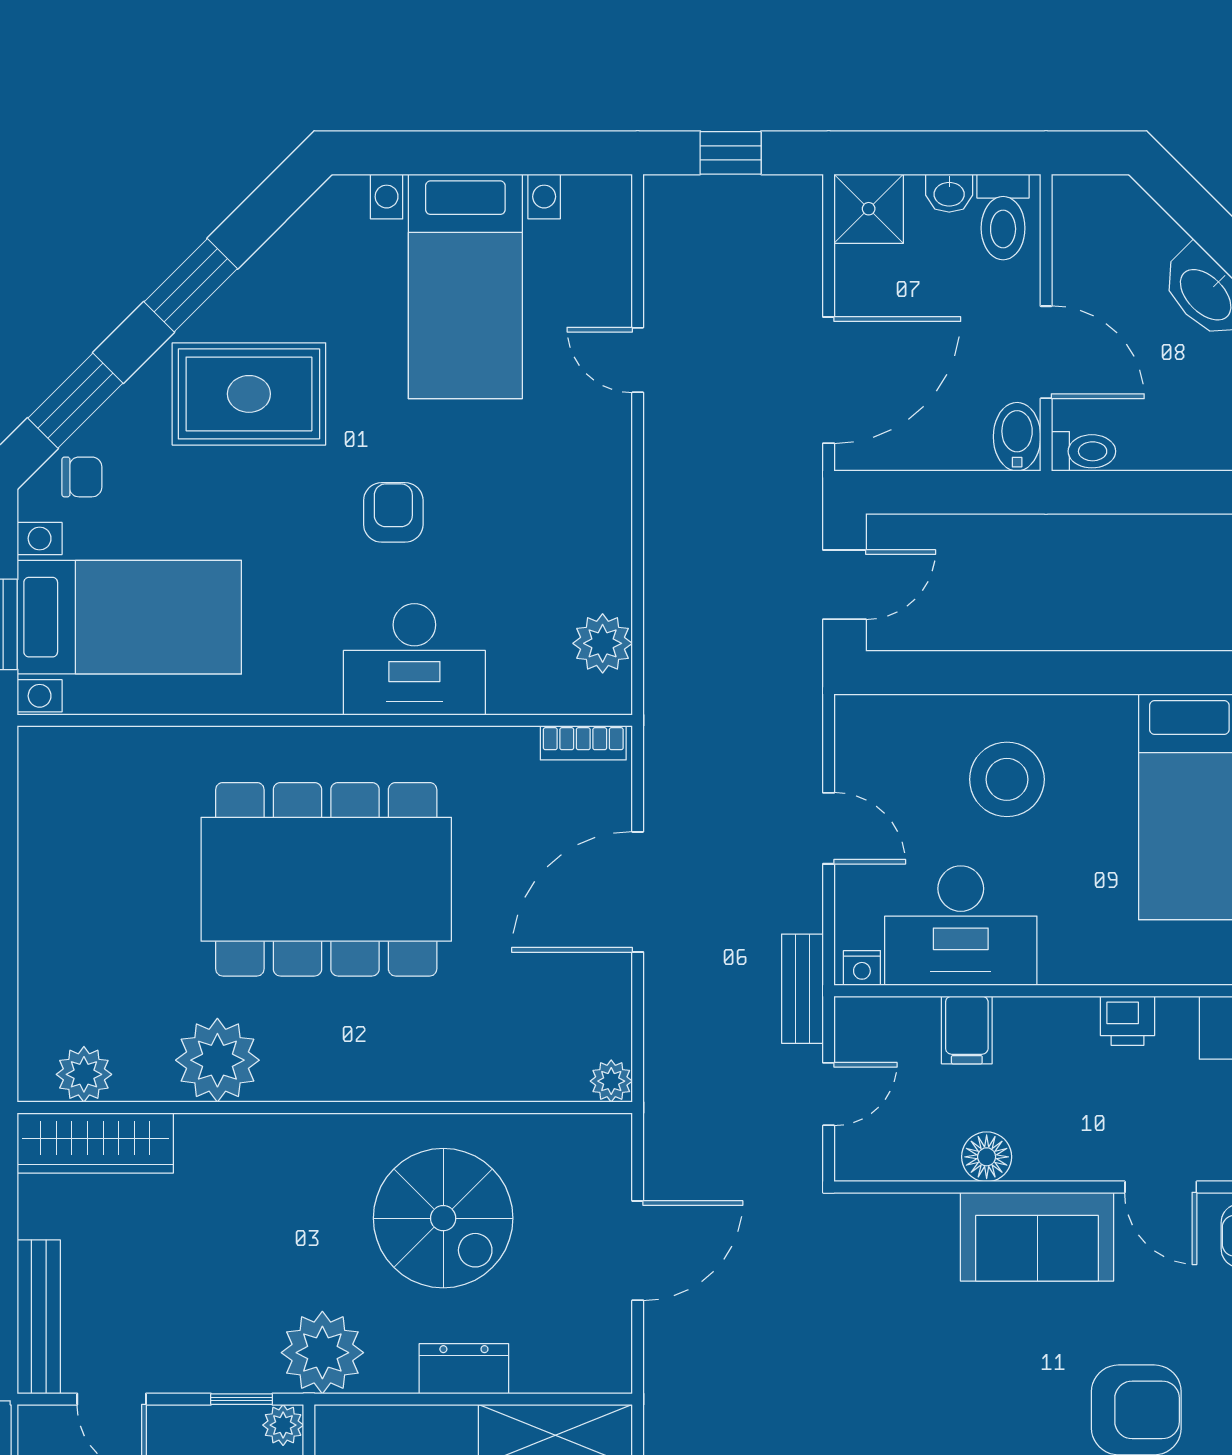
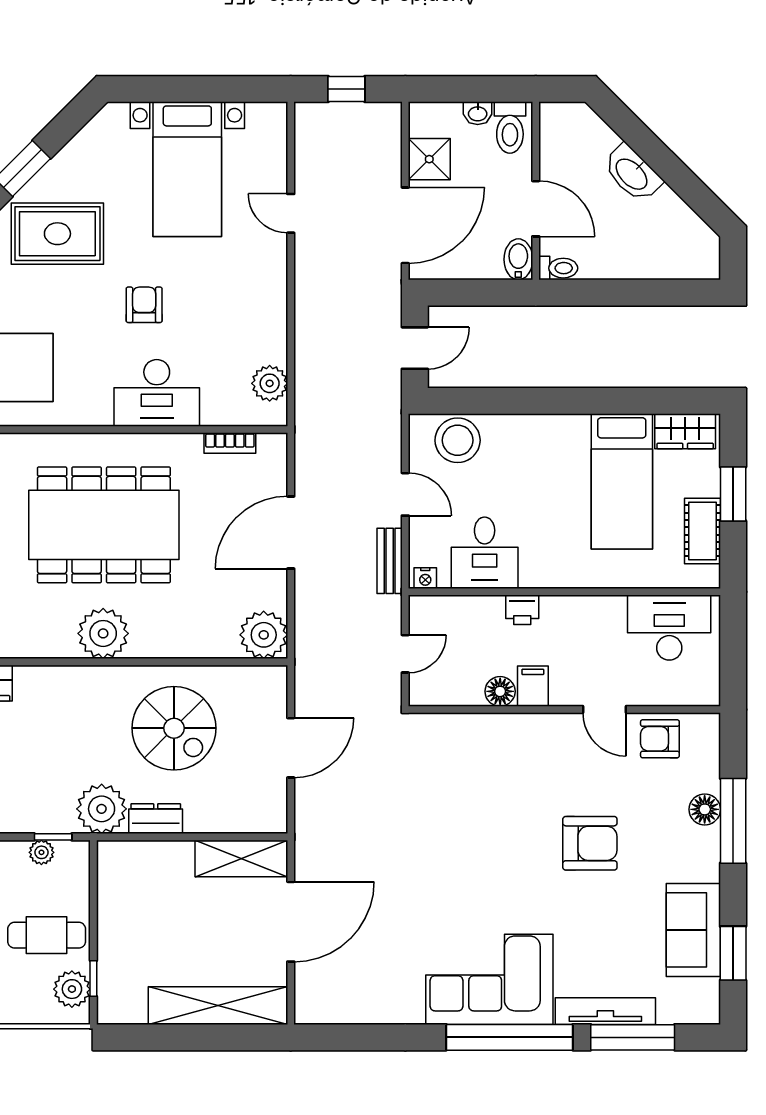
shower: (869, 209) -> (429, 159), moved
bookcase: (583, 743) -> (230, 443), moved
stool: (1007, 779) -> (458, 440), moved
desk: (961, 926) -> (485, 553), width x0.73
bench: (802, 989) -> (390, 561), moved
printer: (1127, 1021) -> (522, 610), moved
filing cabinet: (967, 1030) -> (533, 686), moved, turned 180
plant: (217, 1060) -> (103, 633), moved
plant: (611, 1081) -> (264, 635), width x1.88, depth x1.88
sofa: (1037, 1237) -> (530, 739), removed
dresser: (464, 1369) -> (156, 819), moved
plant: (283, 1425) -> (41, 852), moved

